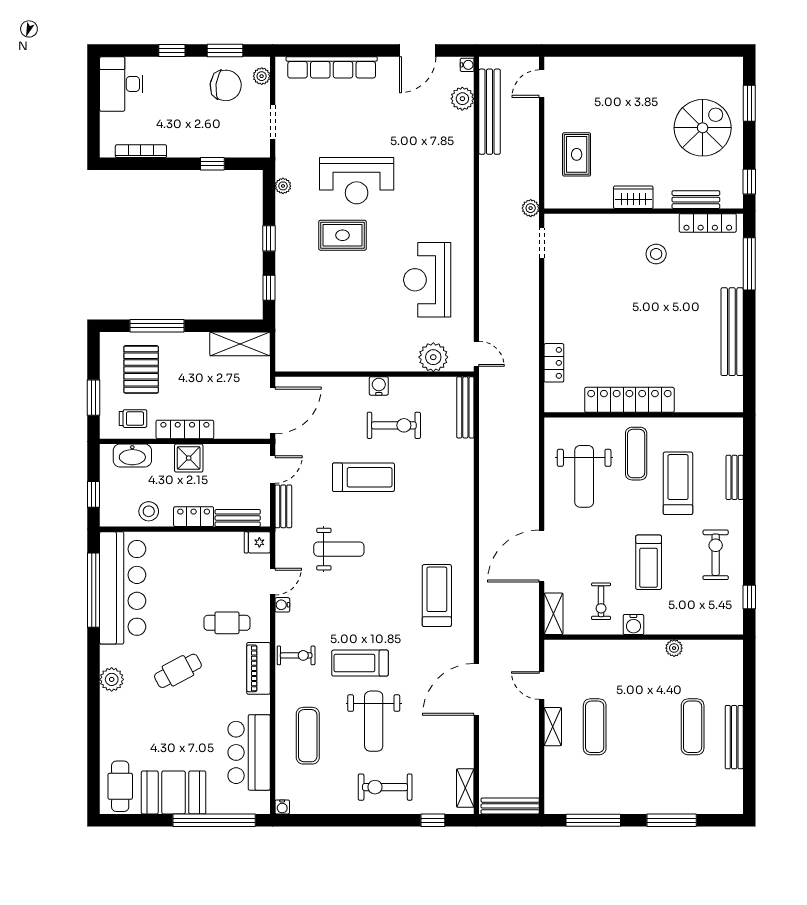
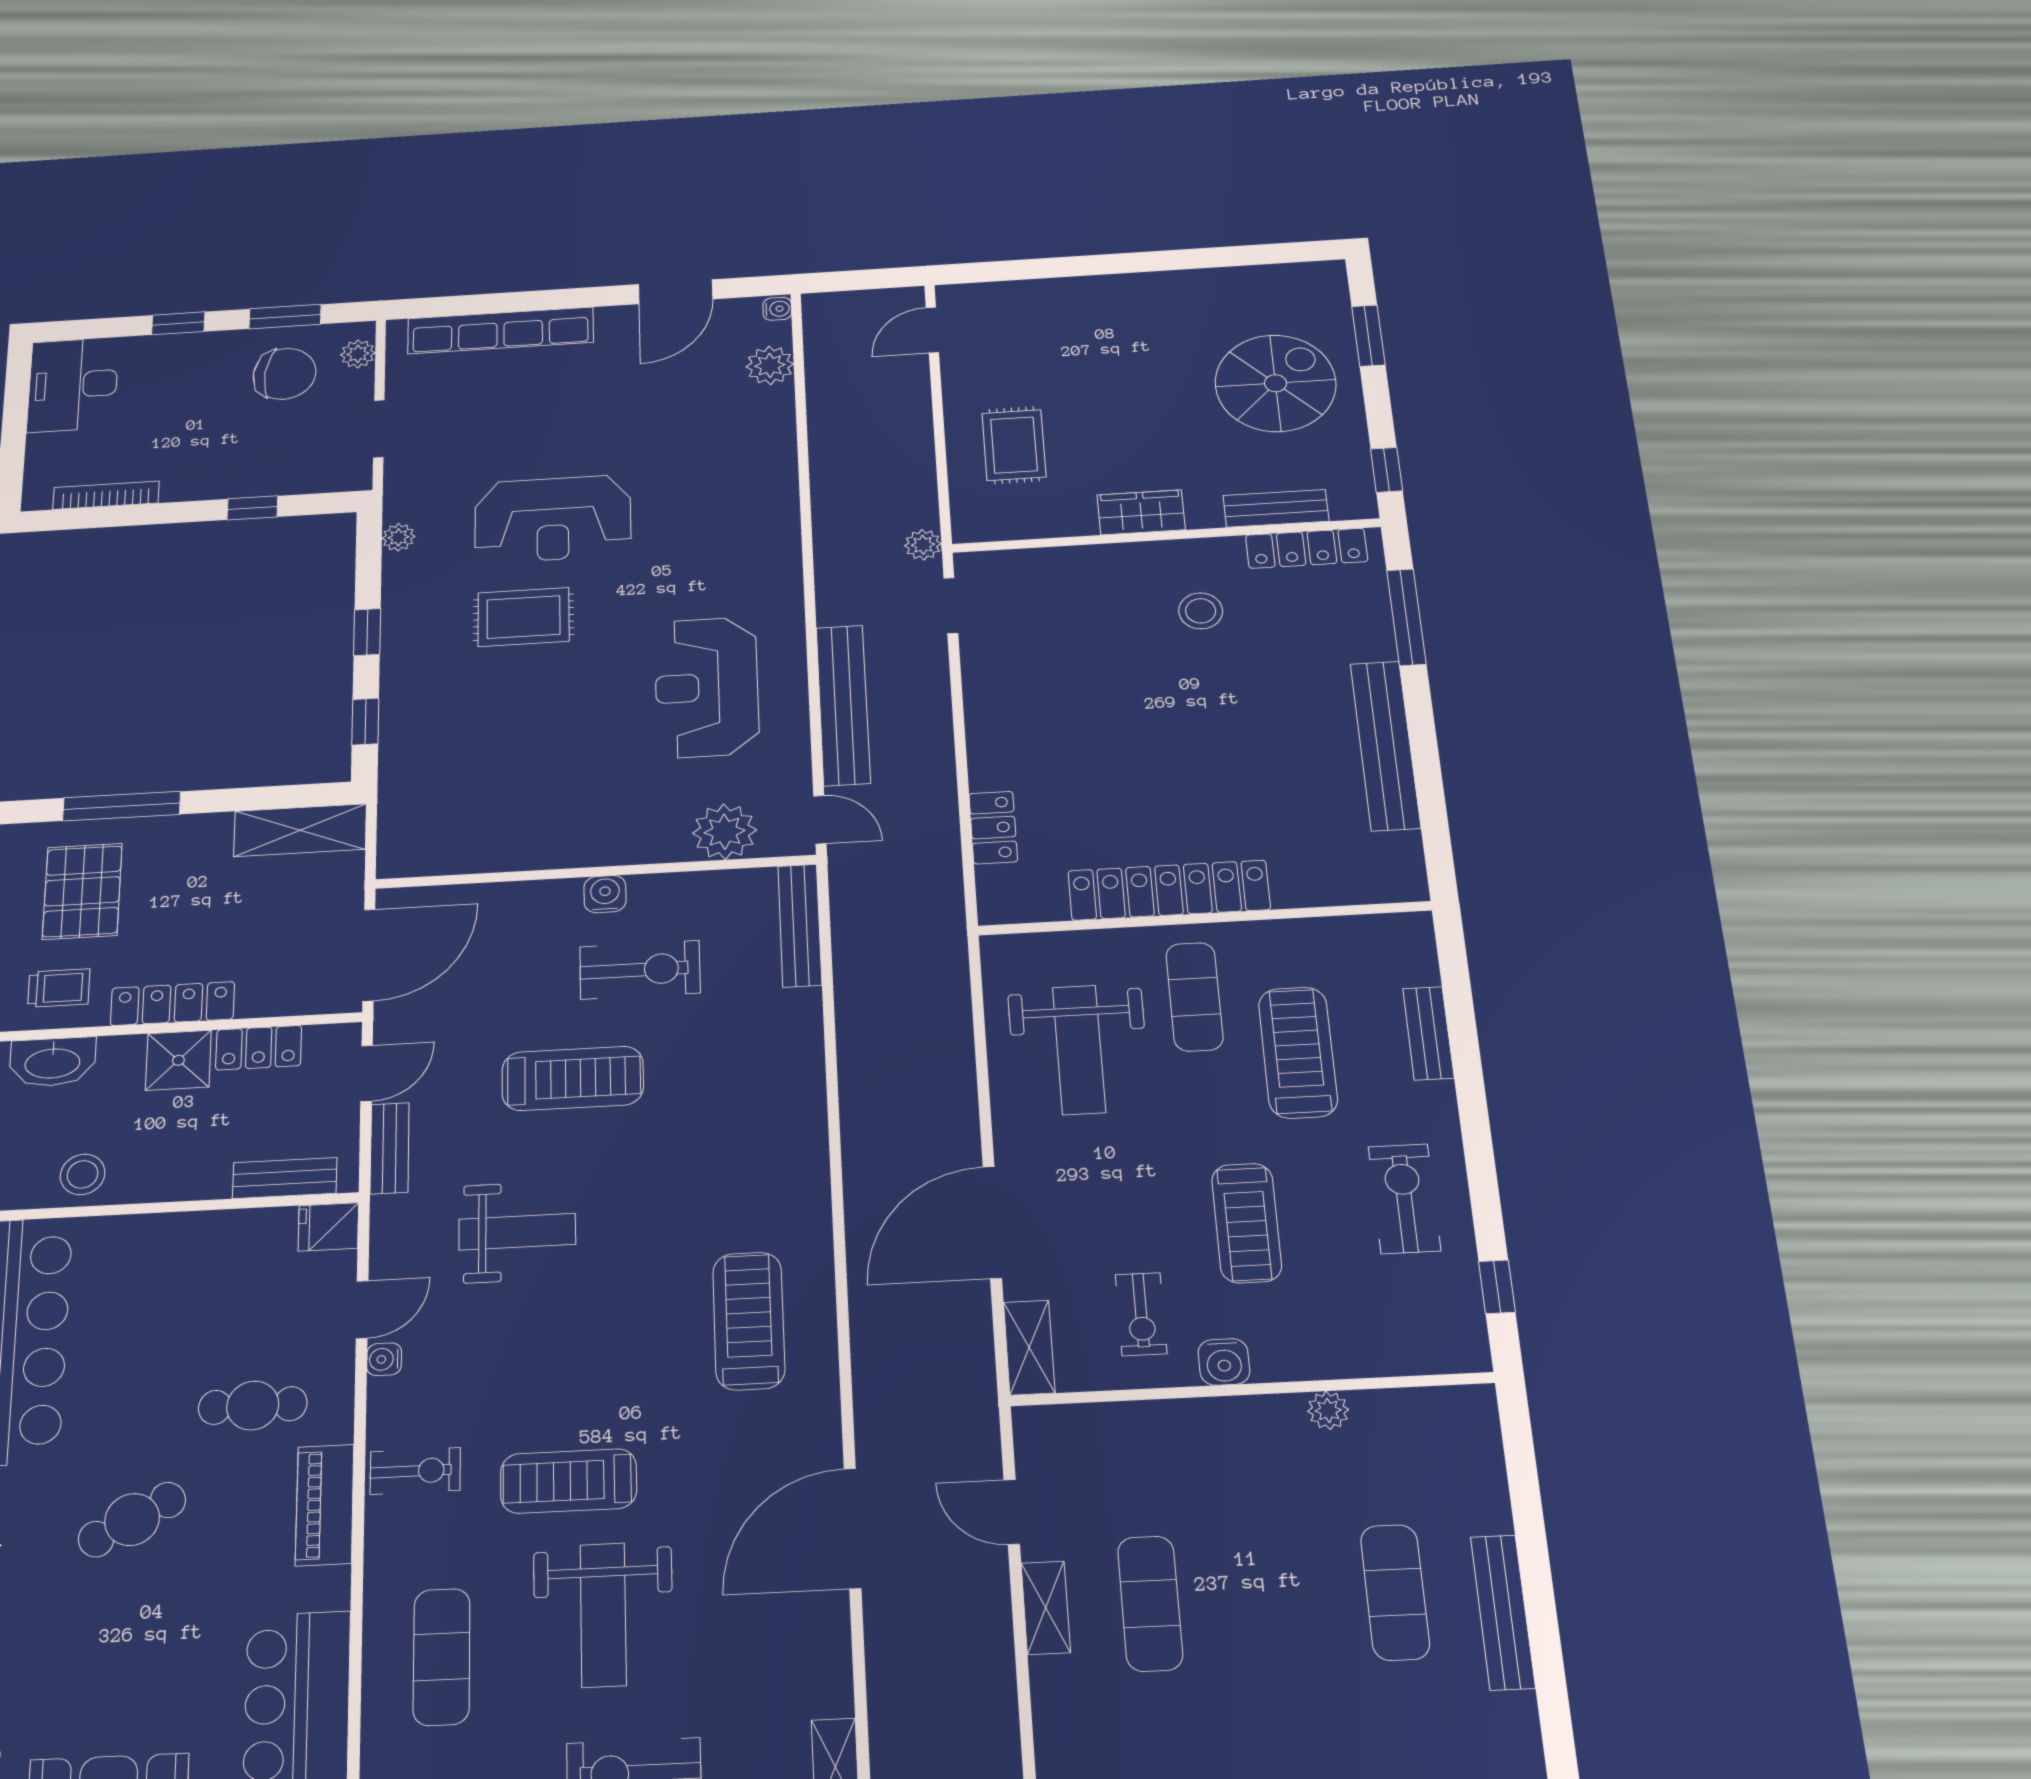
bench: (490, 112) -> (843, 705), moved
locker: (194, 517) -> (259, 1048), moved, turned 180

